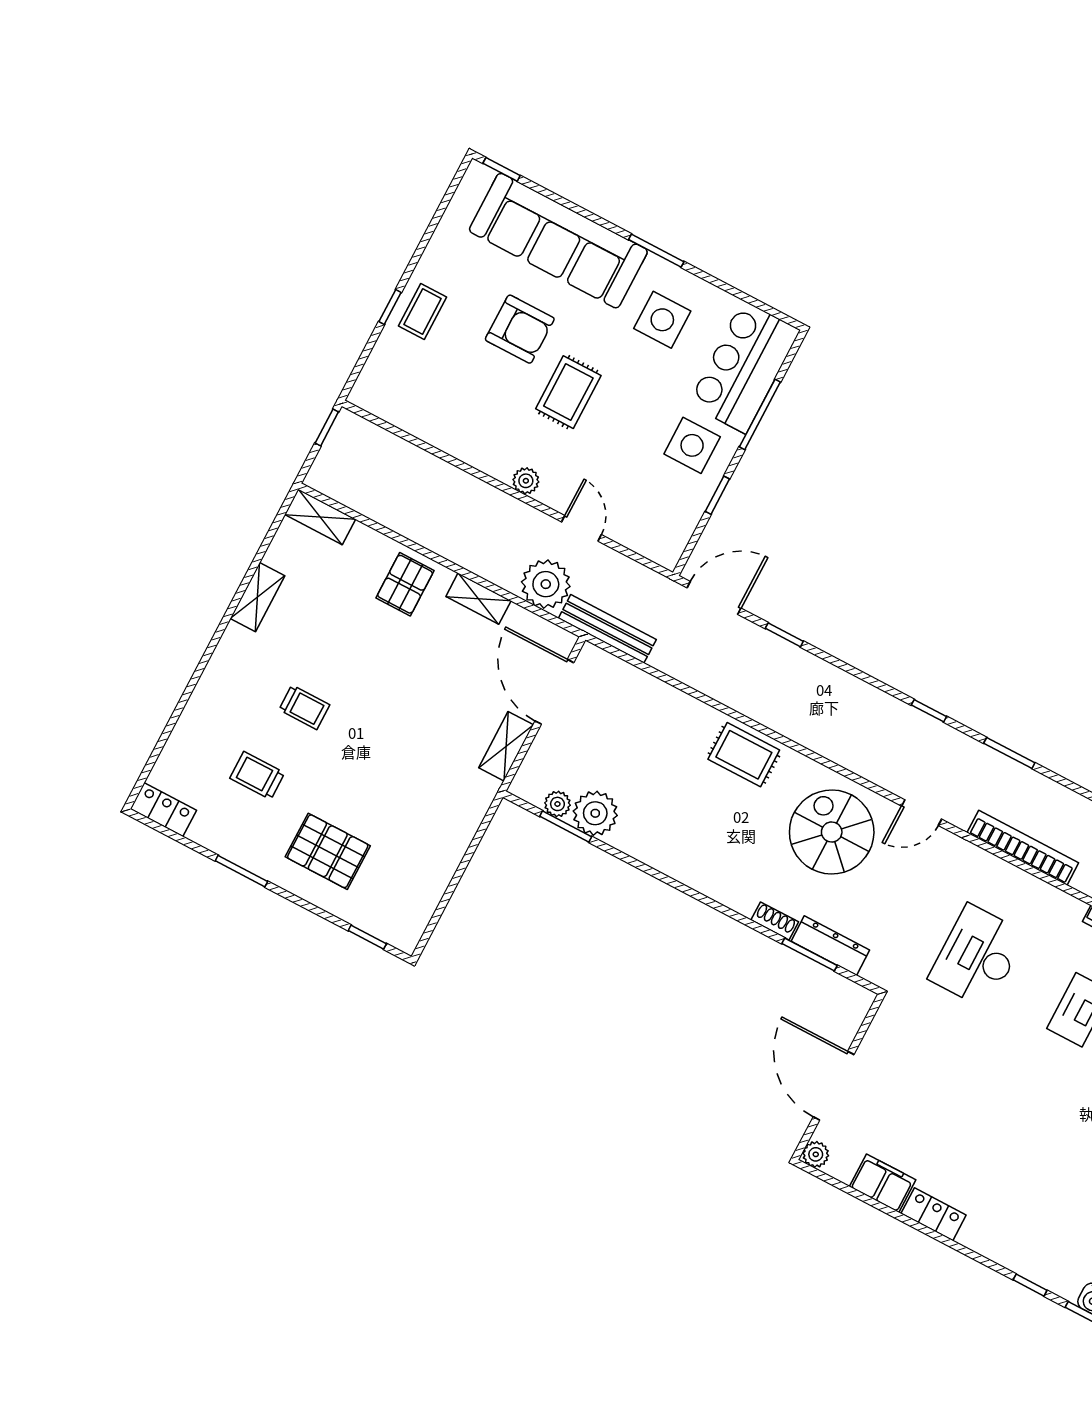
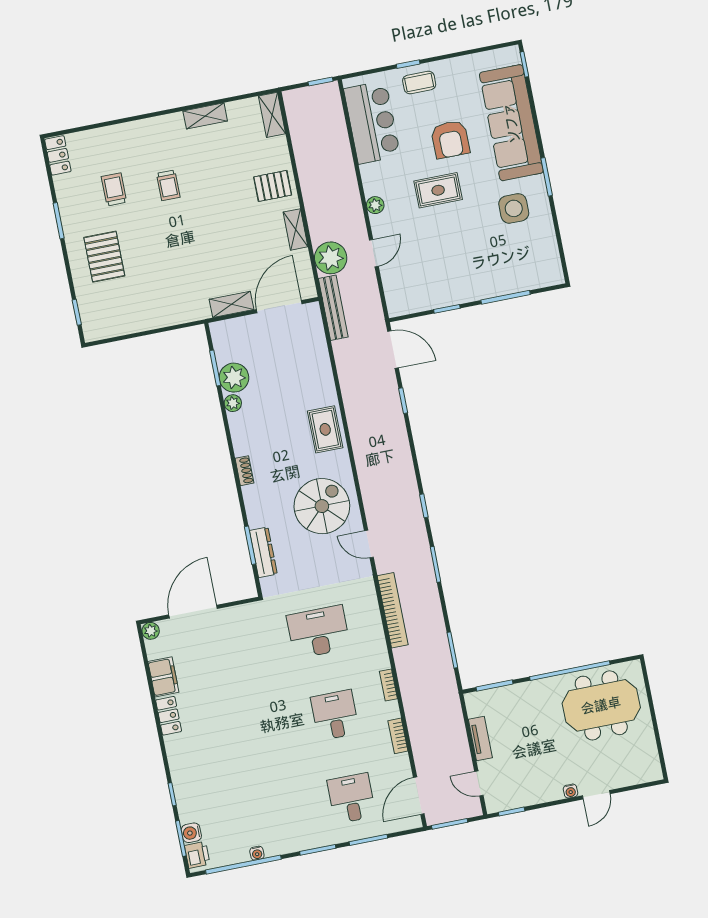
bar counter: (744, 367) -> (372, 122), moved, turned 90
side table: (692, 445) -> (462, 275), removed
plant: (557, 804) -> (233, 403), moved
shoe rack: (775, 921) -> (244, 471), moved

